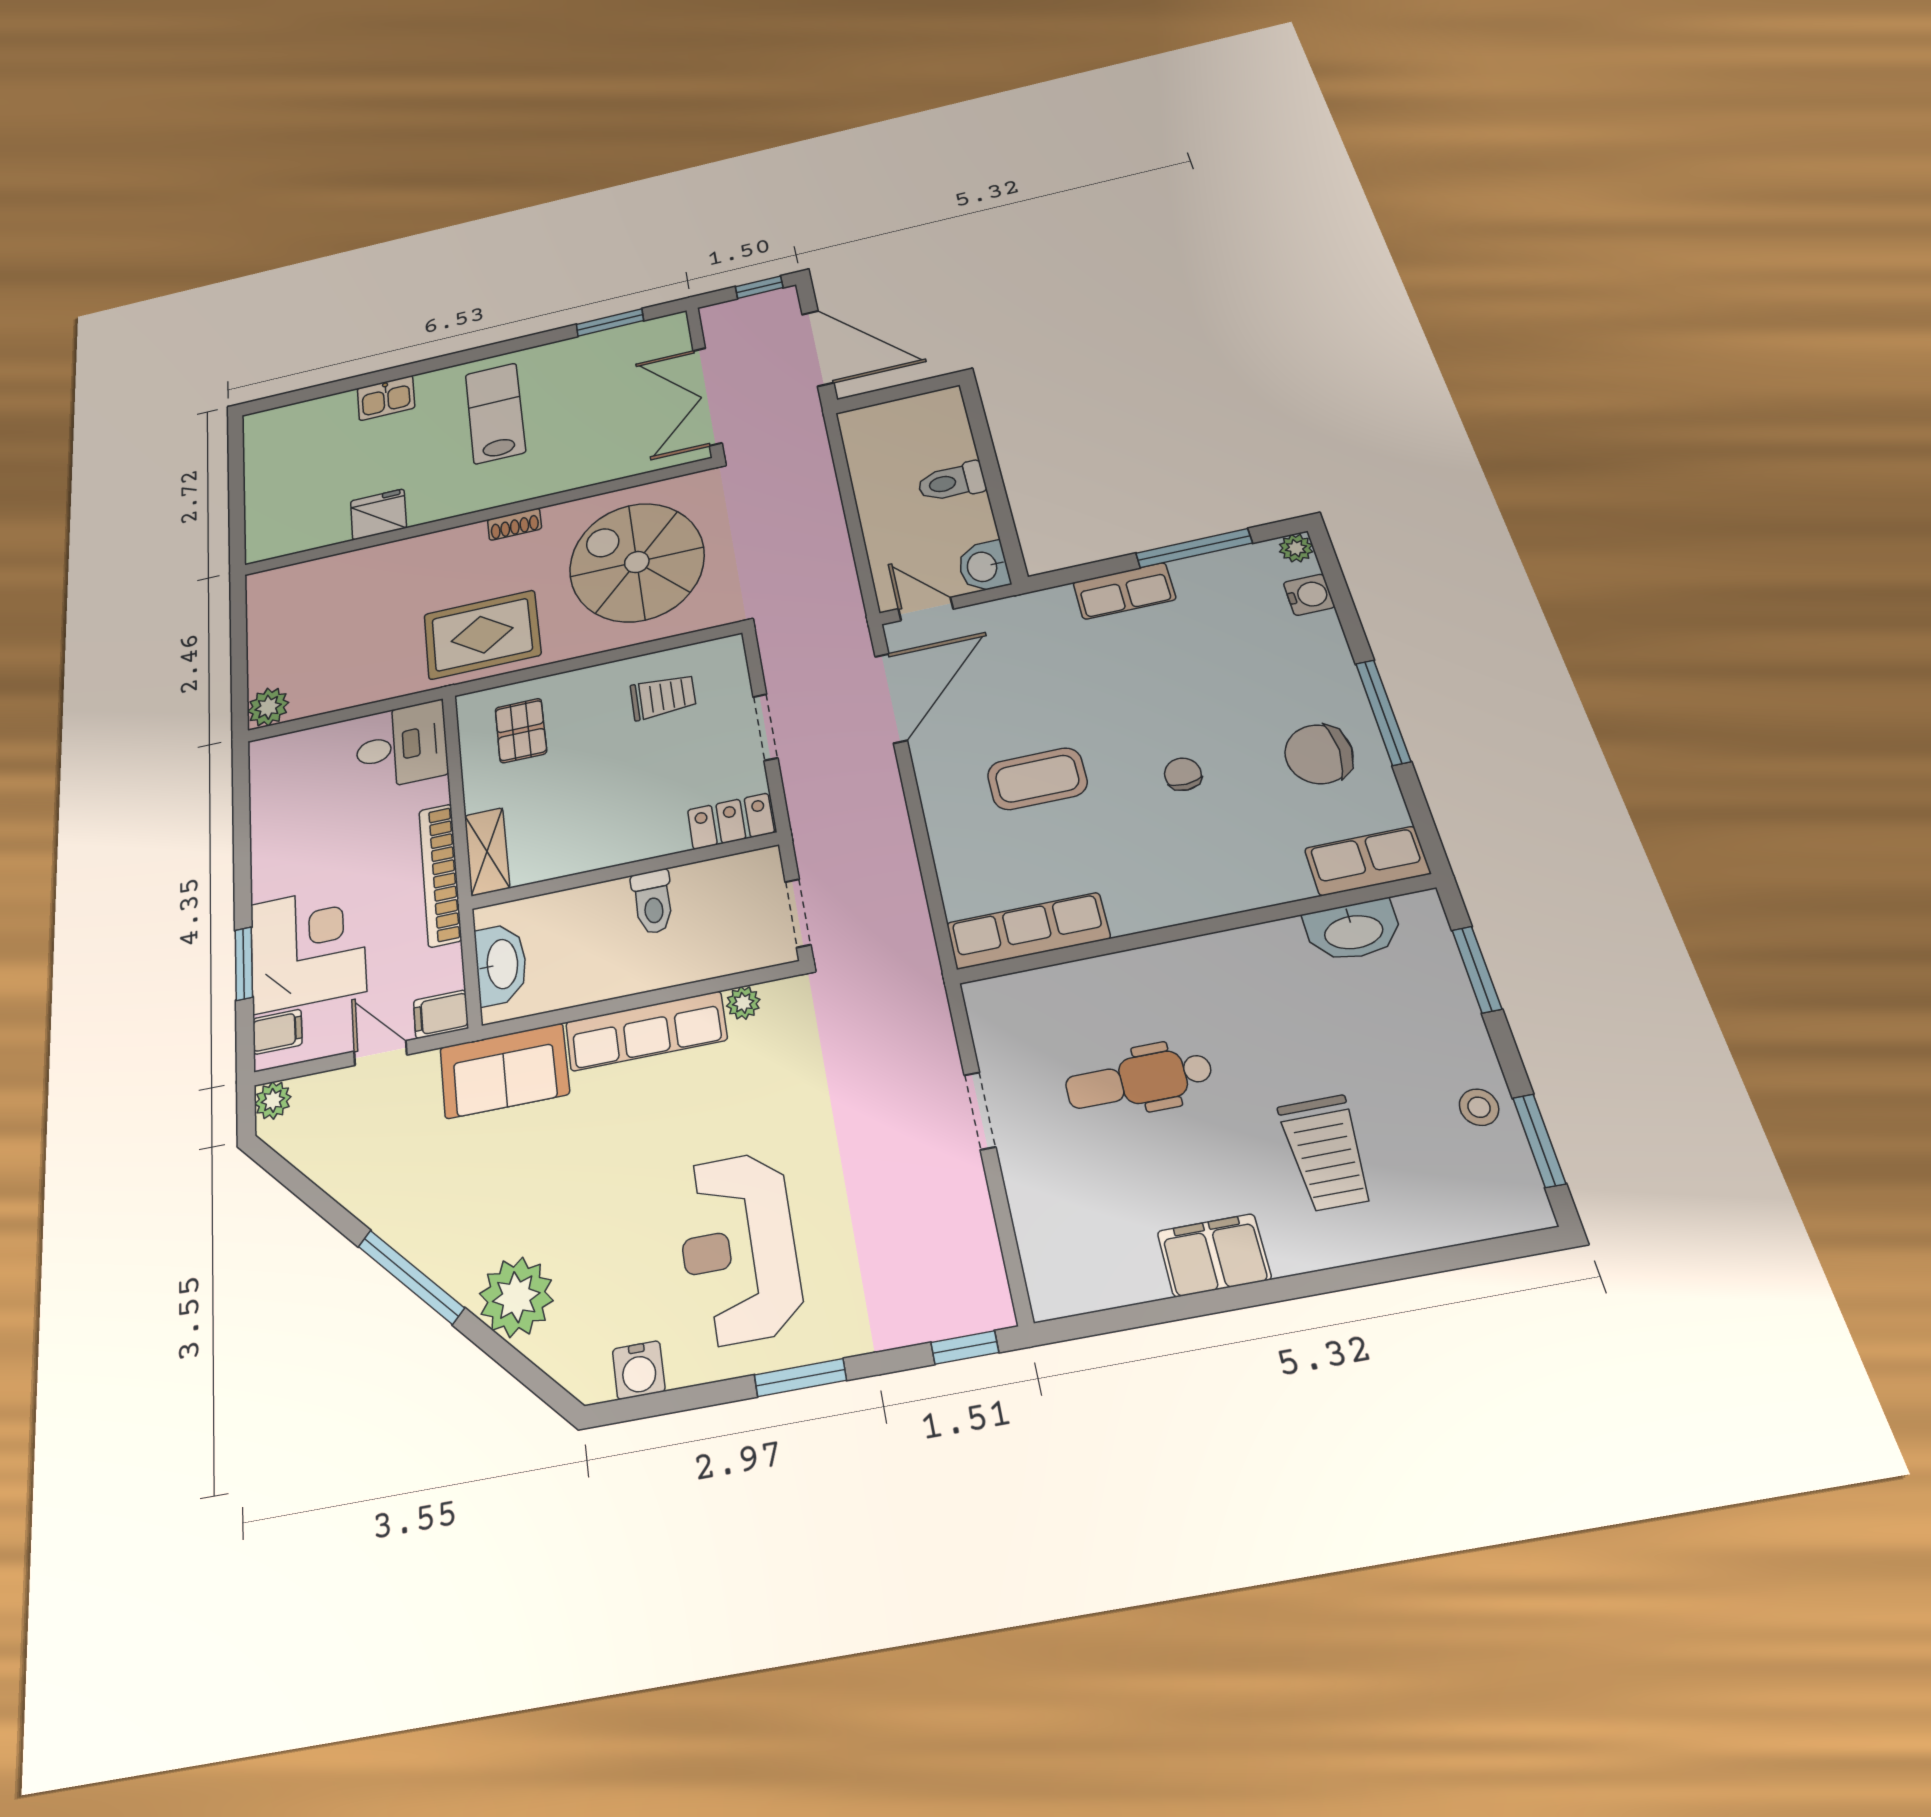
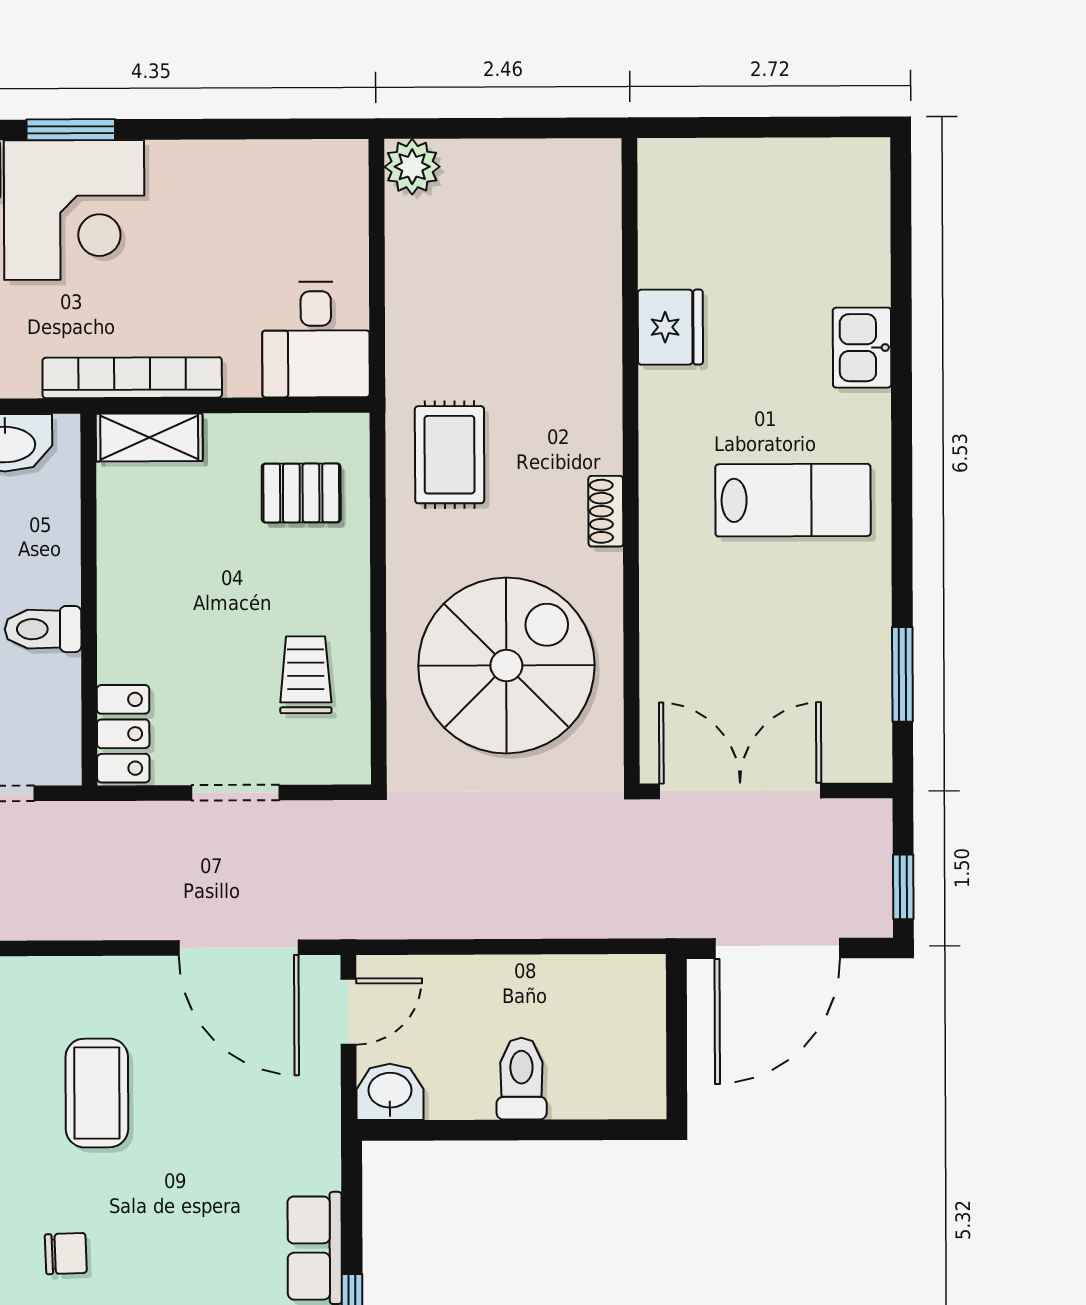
rug: (482, 635) -> (450, 455), width x0.73, depth x0.70
trolley: (663, 697) -> (306, 675), turned 180

